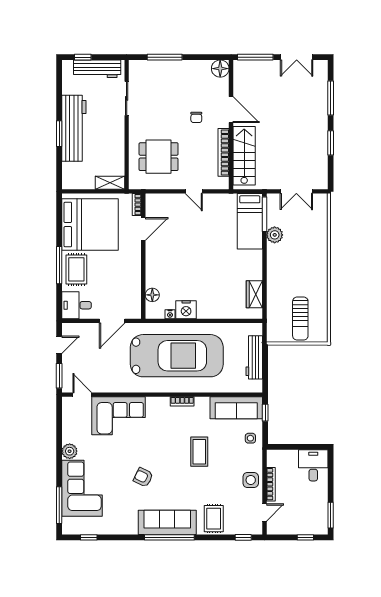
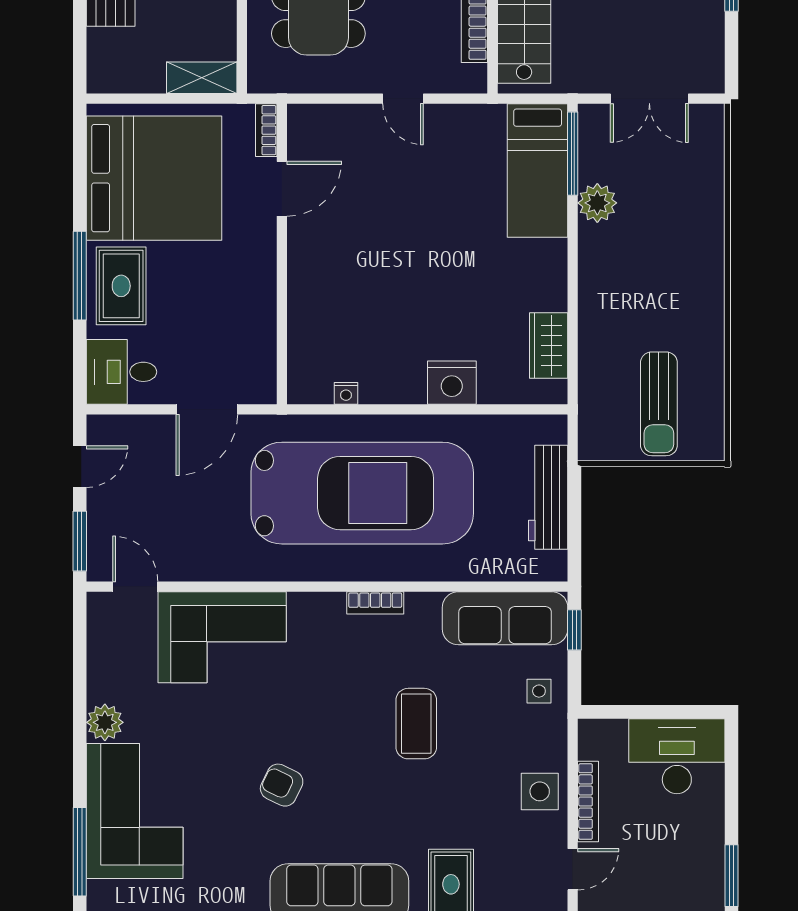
floor lamp: (152, 295) -> (303, 347), removed
nightstand: (186, 310) -> (452, 383), moved
desk: (313, 465) -> (677, 756), width x1.37

